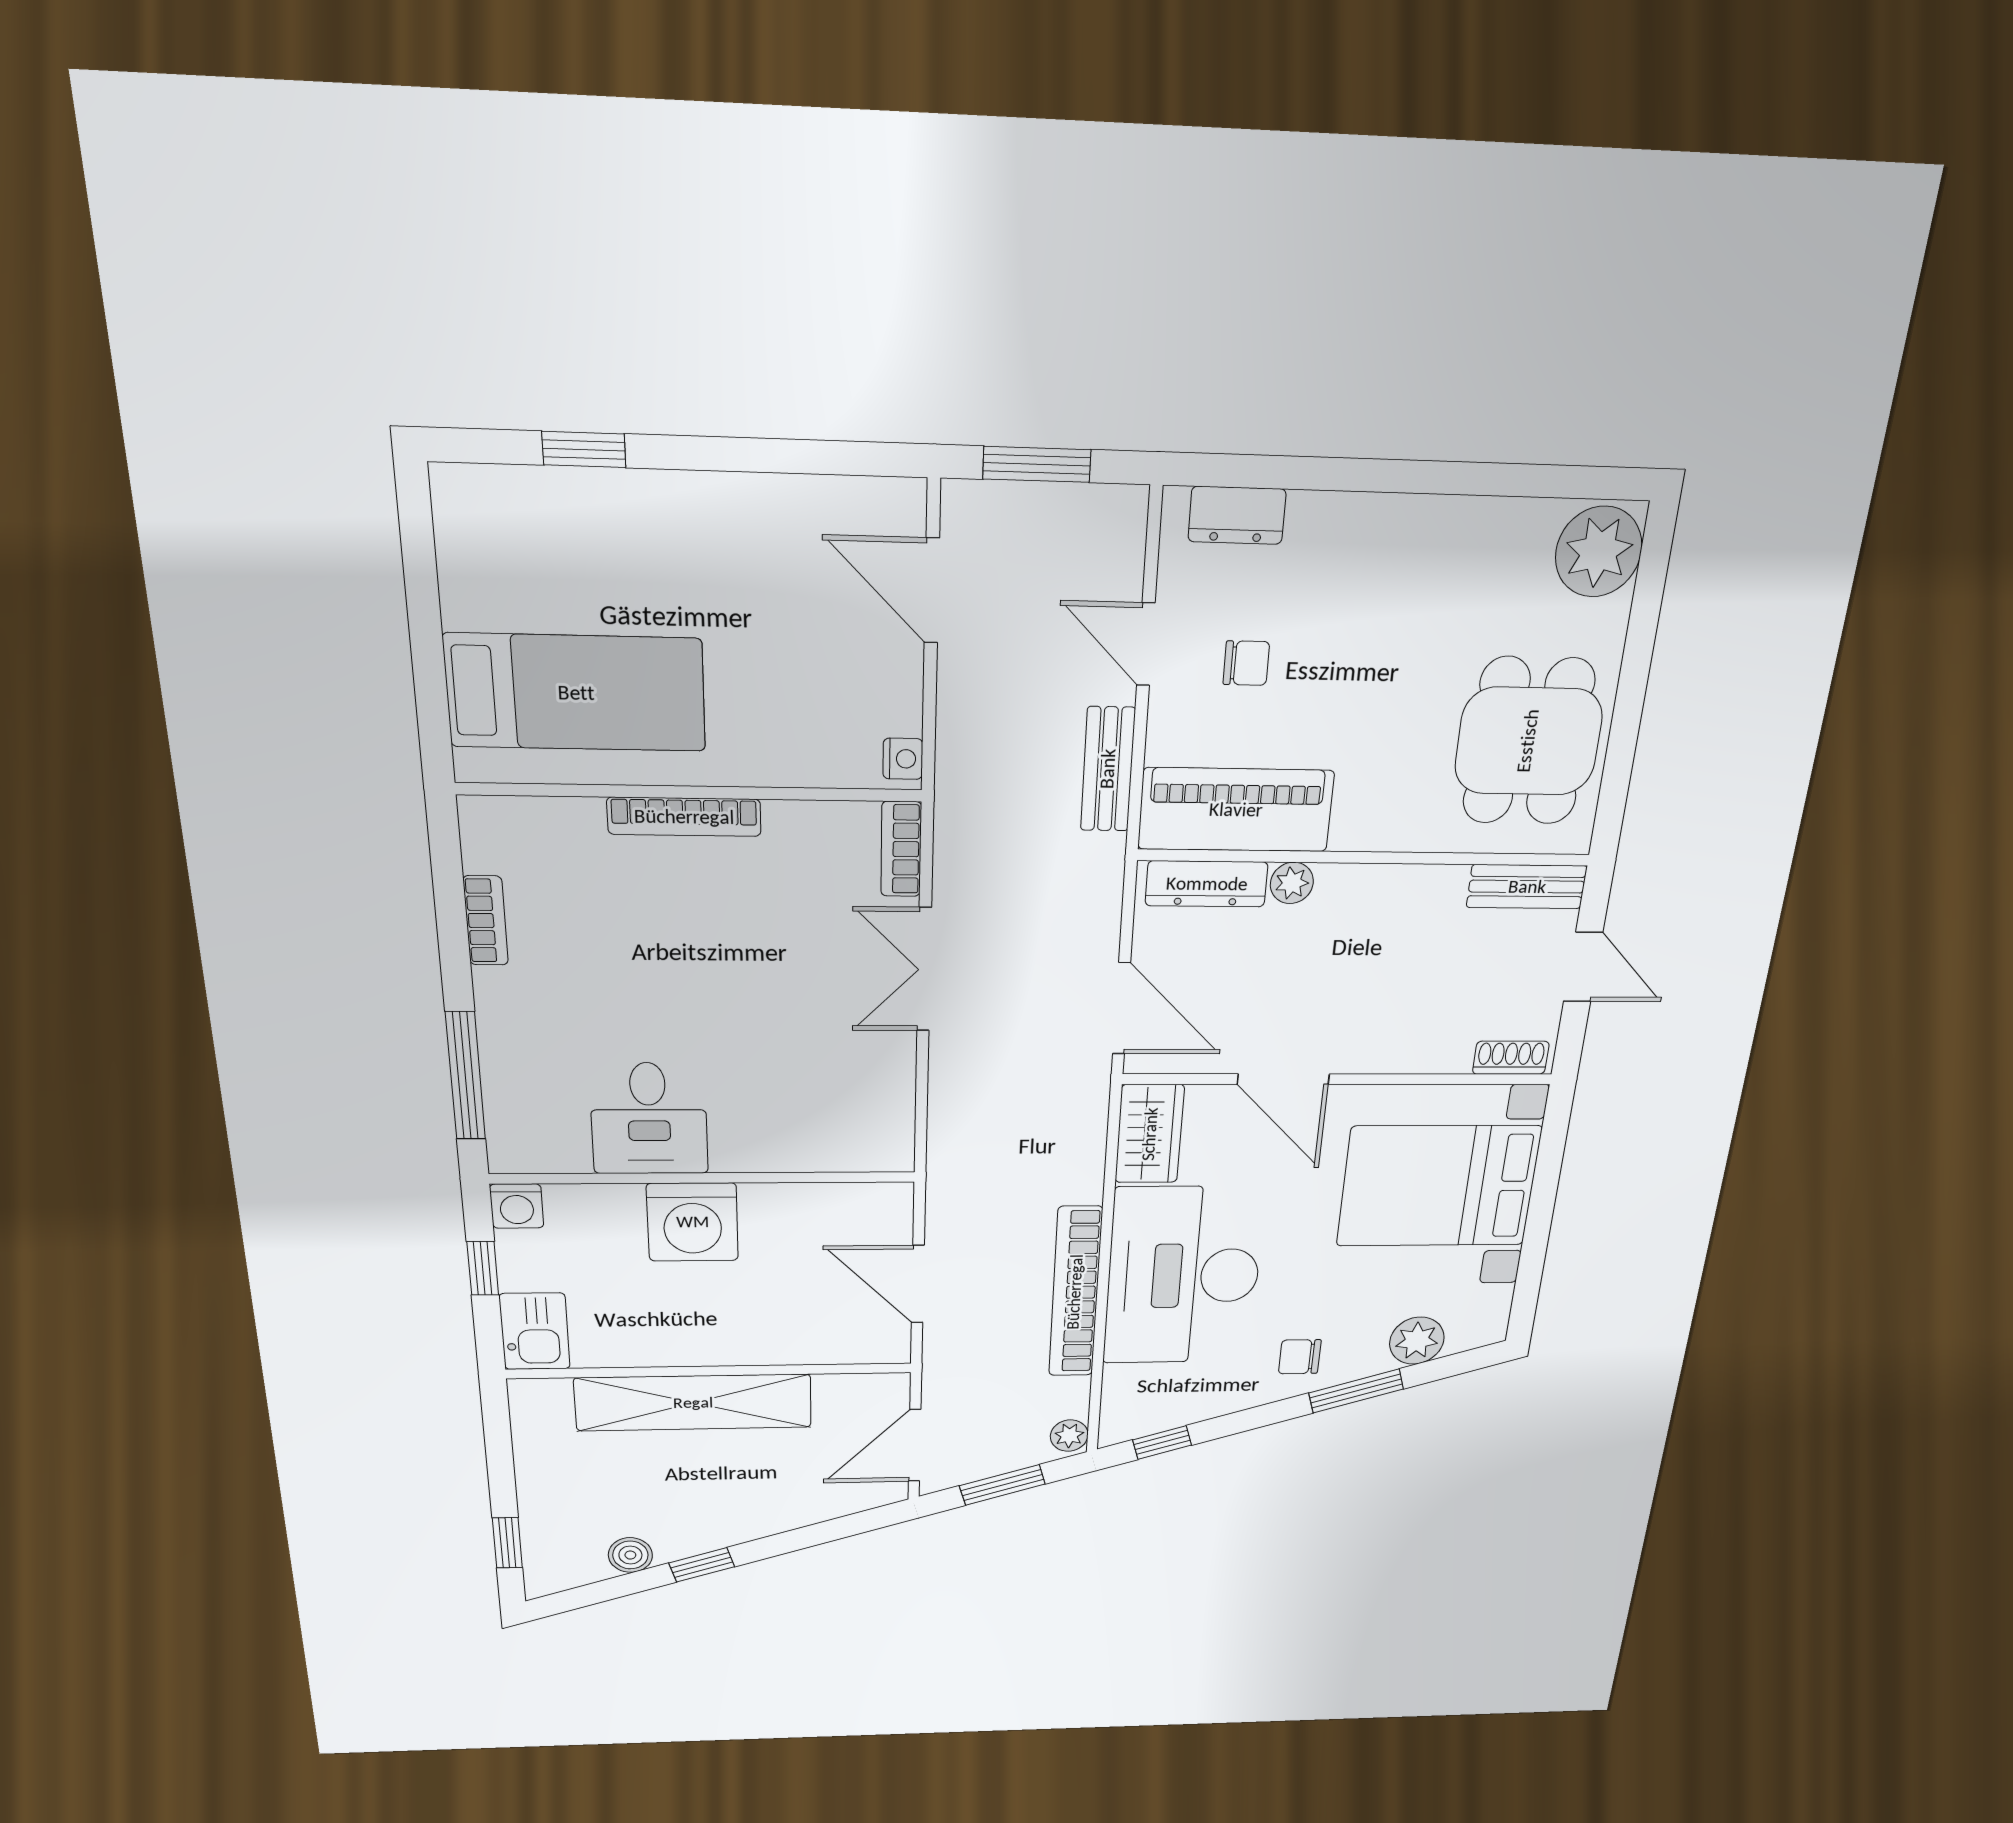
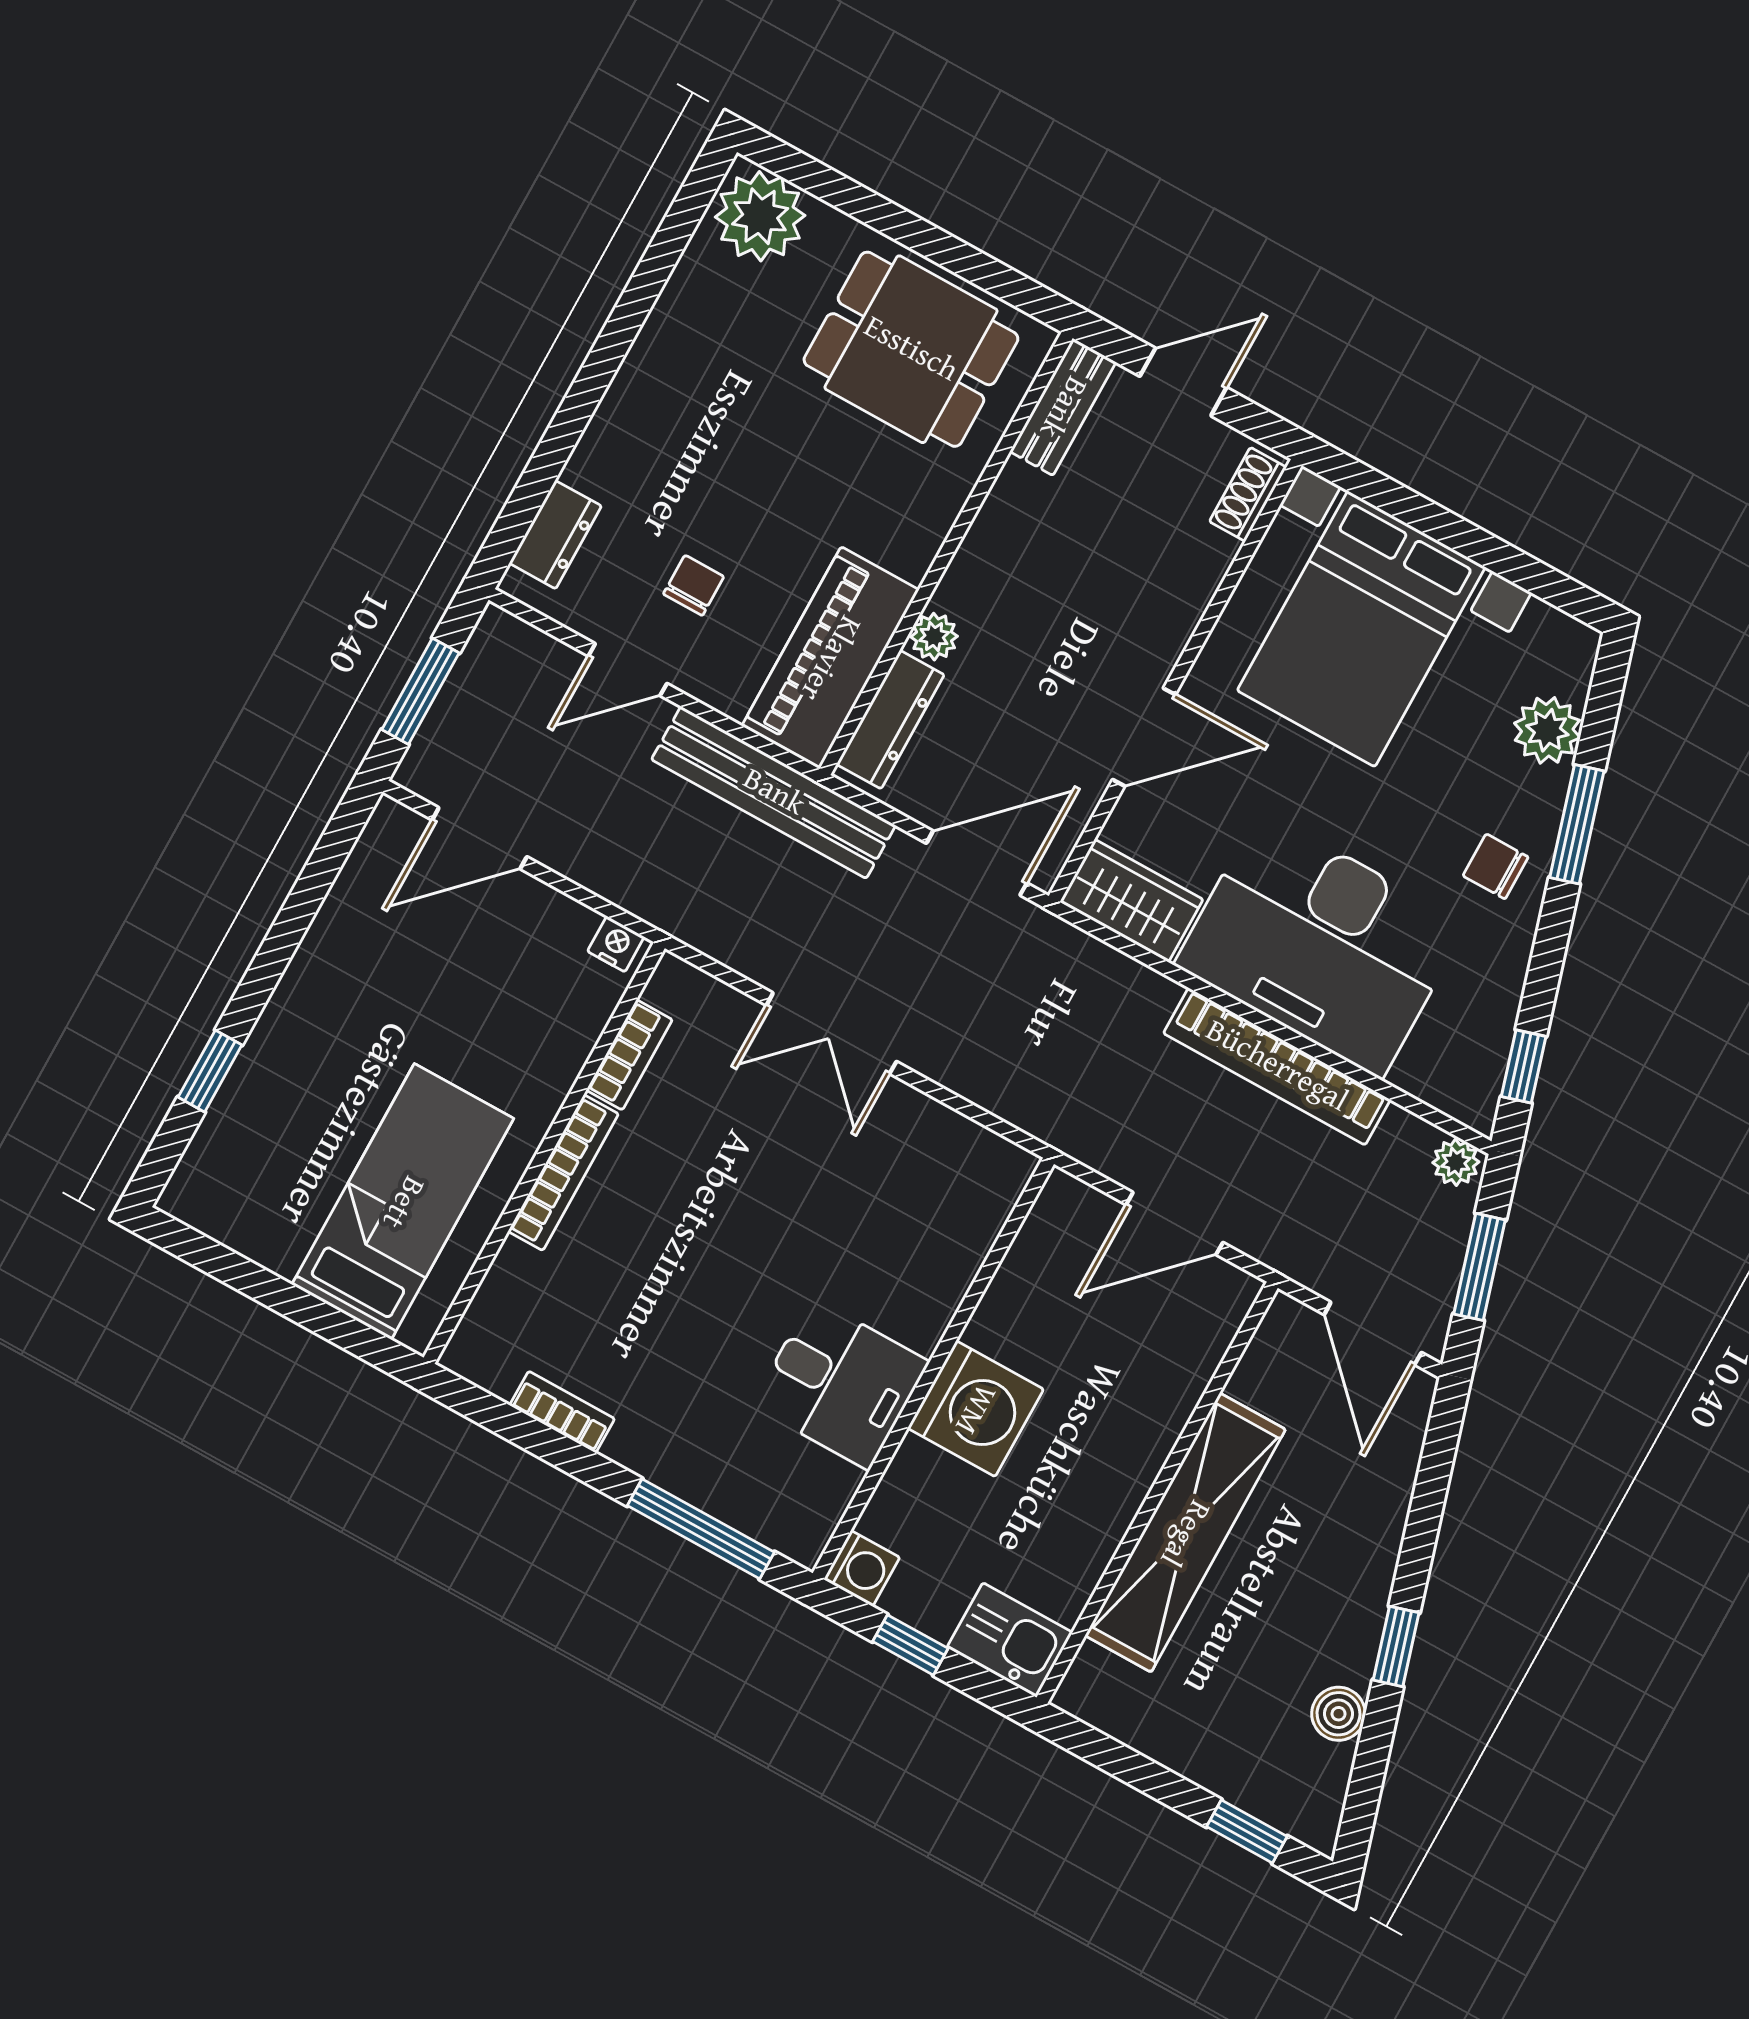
bench: (1108, 769) -> (774, 792), width x1.86, depth x1.21
bookcase: (901, 849) -> (629, 1055), moved, turned -90
chair: (1300, 1357) -> (1496, 866), turned 90

